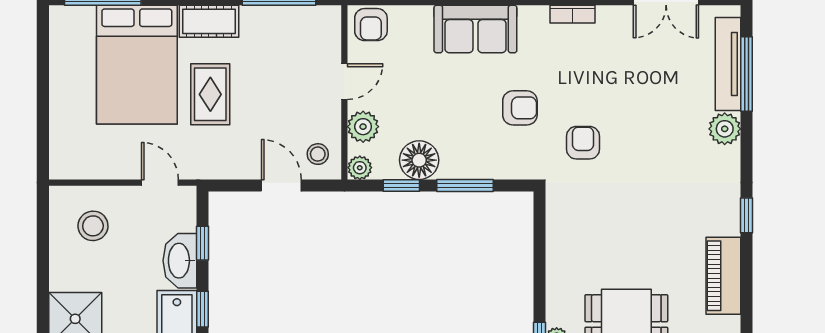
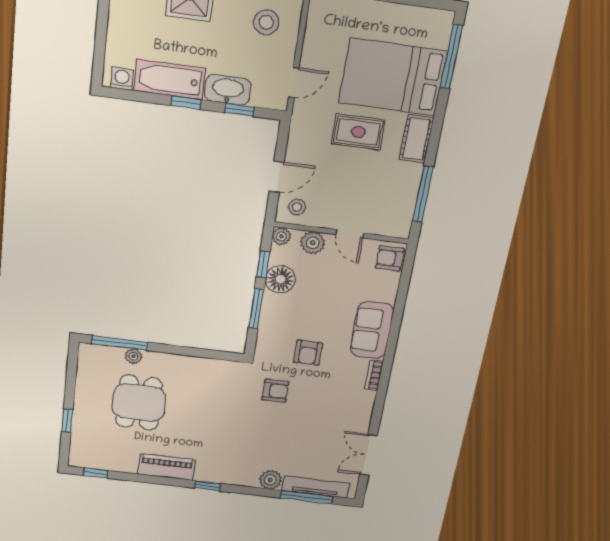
bookcase: (572, 14) -> (374, 375), moved

